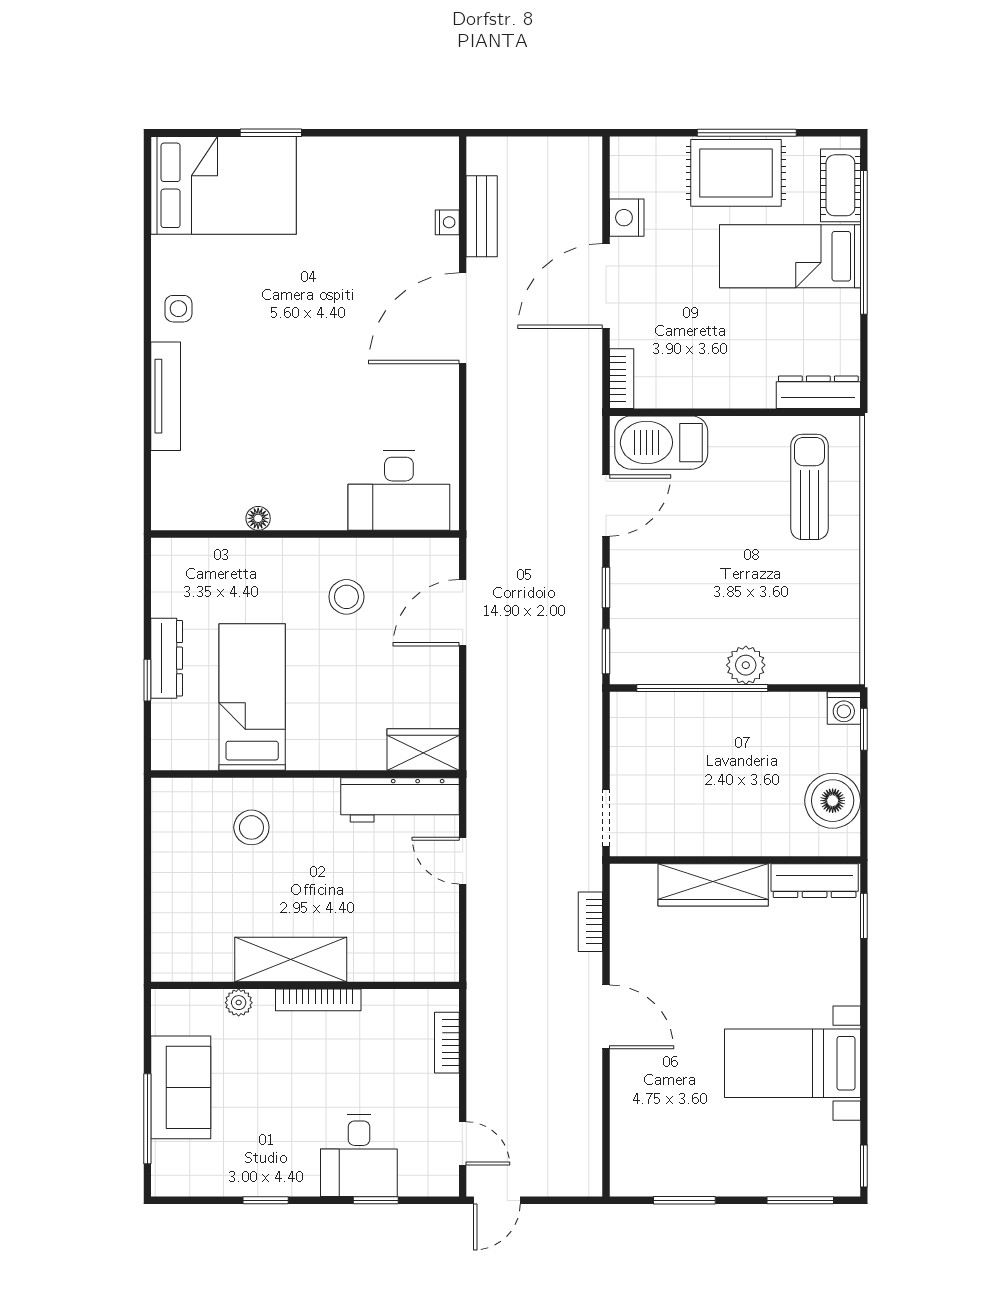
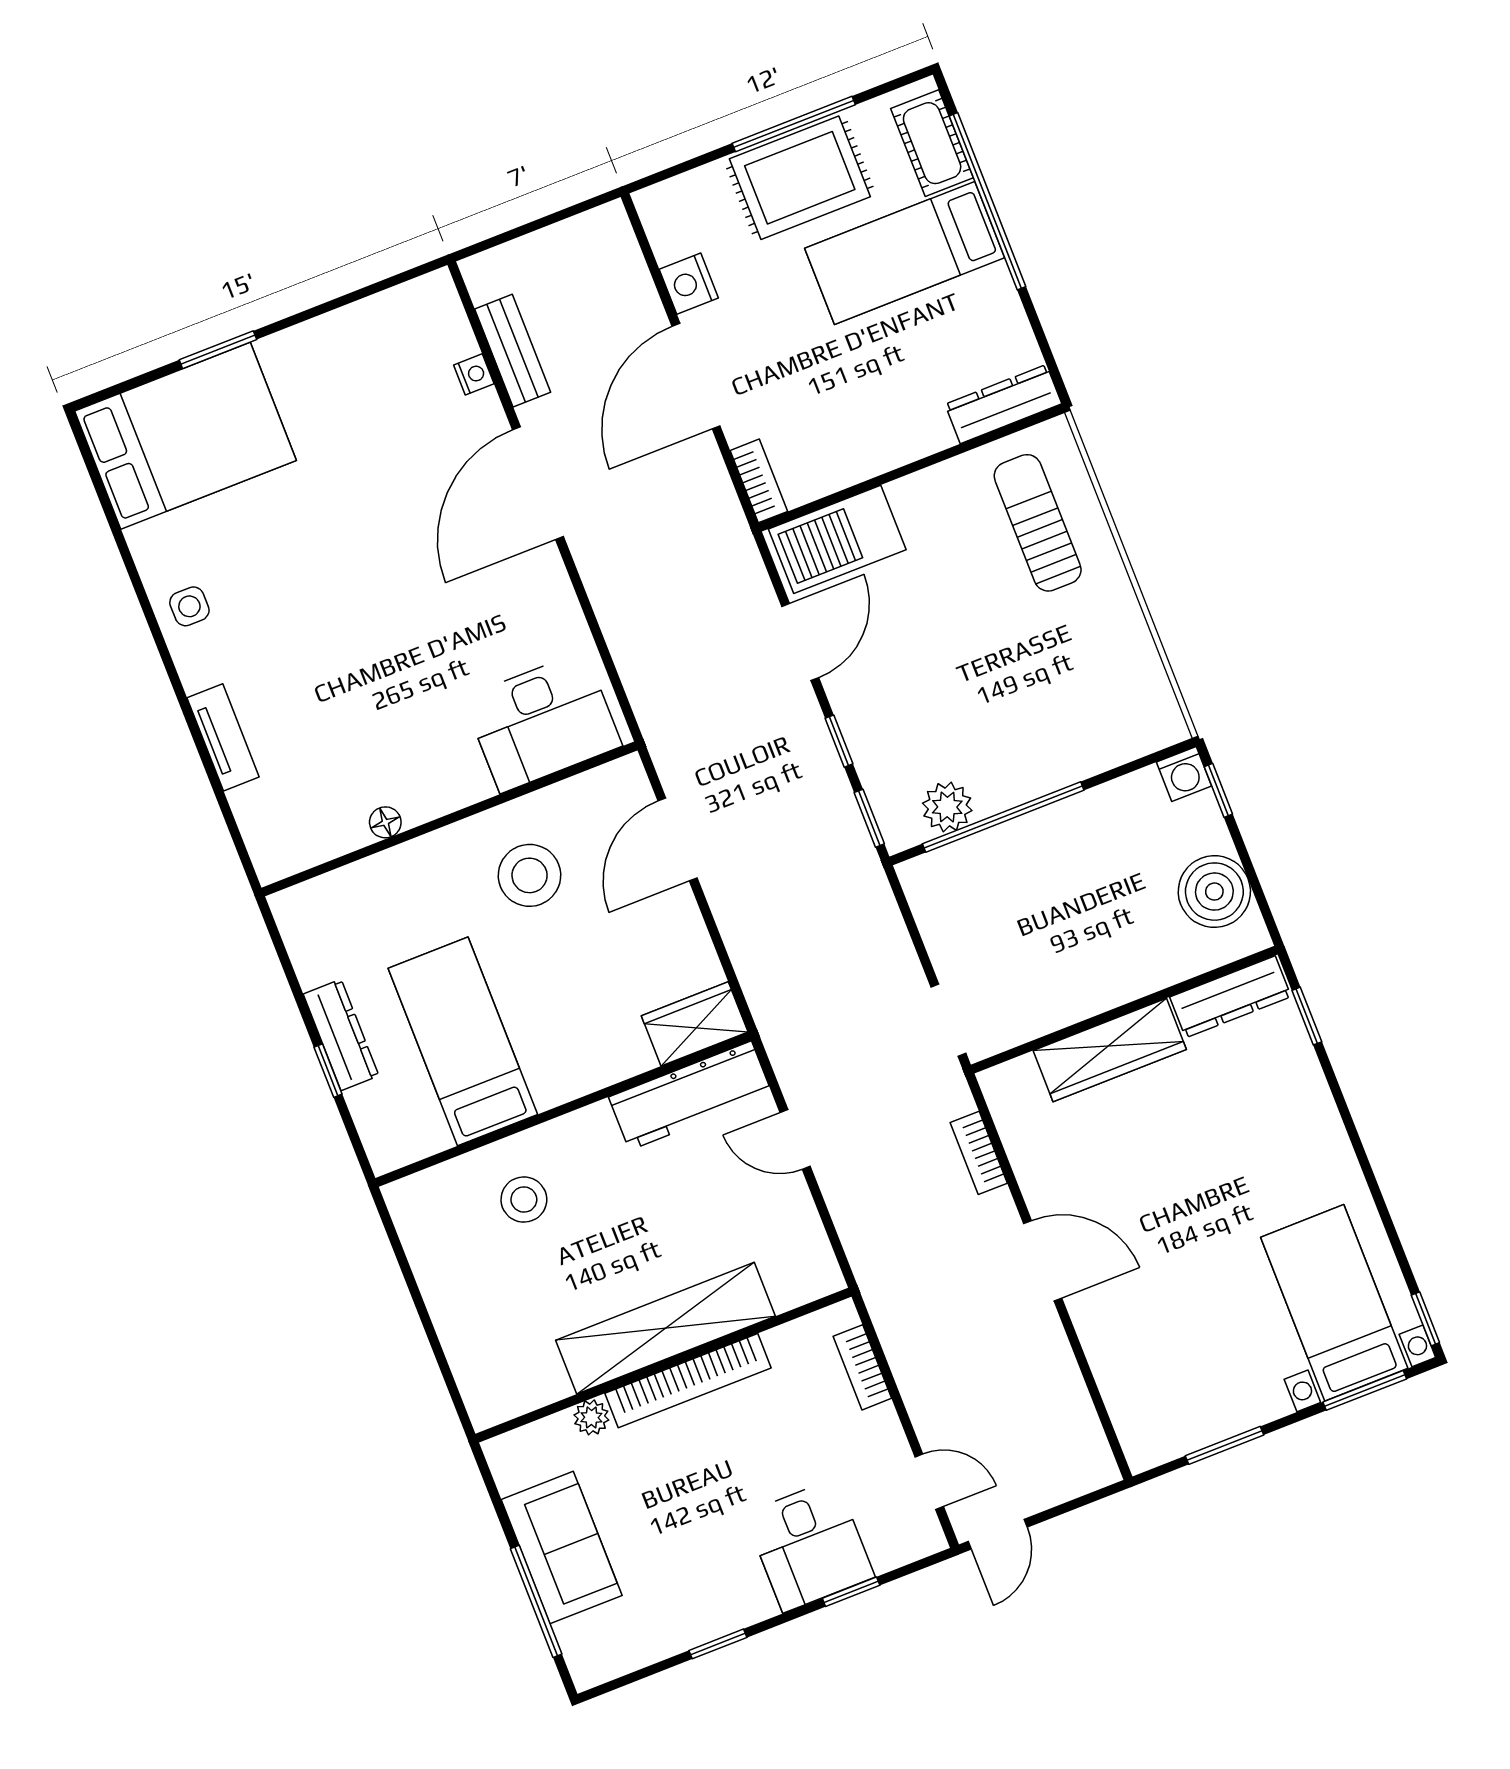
tv unit: (166, 396) -> (223, 737), width x0.71
stool: (346, 597) -> (530, 875), width x1.38, depth x1.38
plant: (746, 665) -> (947, 807), moved
shelving: (291, 959) -> (666, 1328), width x1.47
bookcase: (318, 1000) -> (688, 1381), width x1.48, depth x1.31
bed with nightstands: (792, 1063) -> (1334, 1303), moved, turned 90

